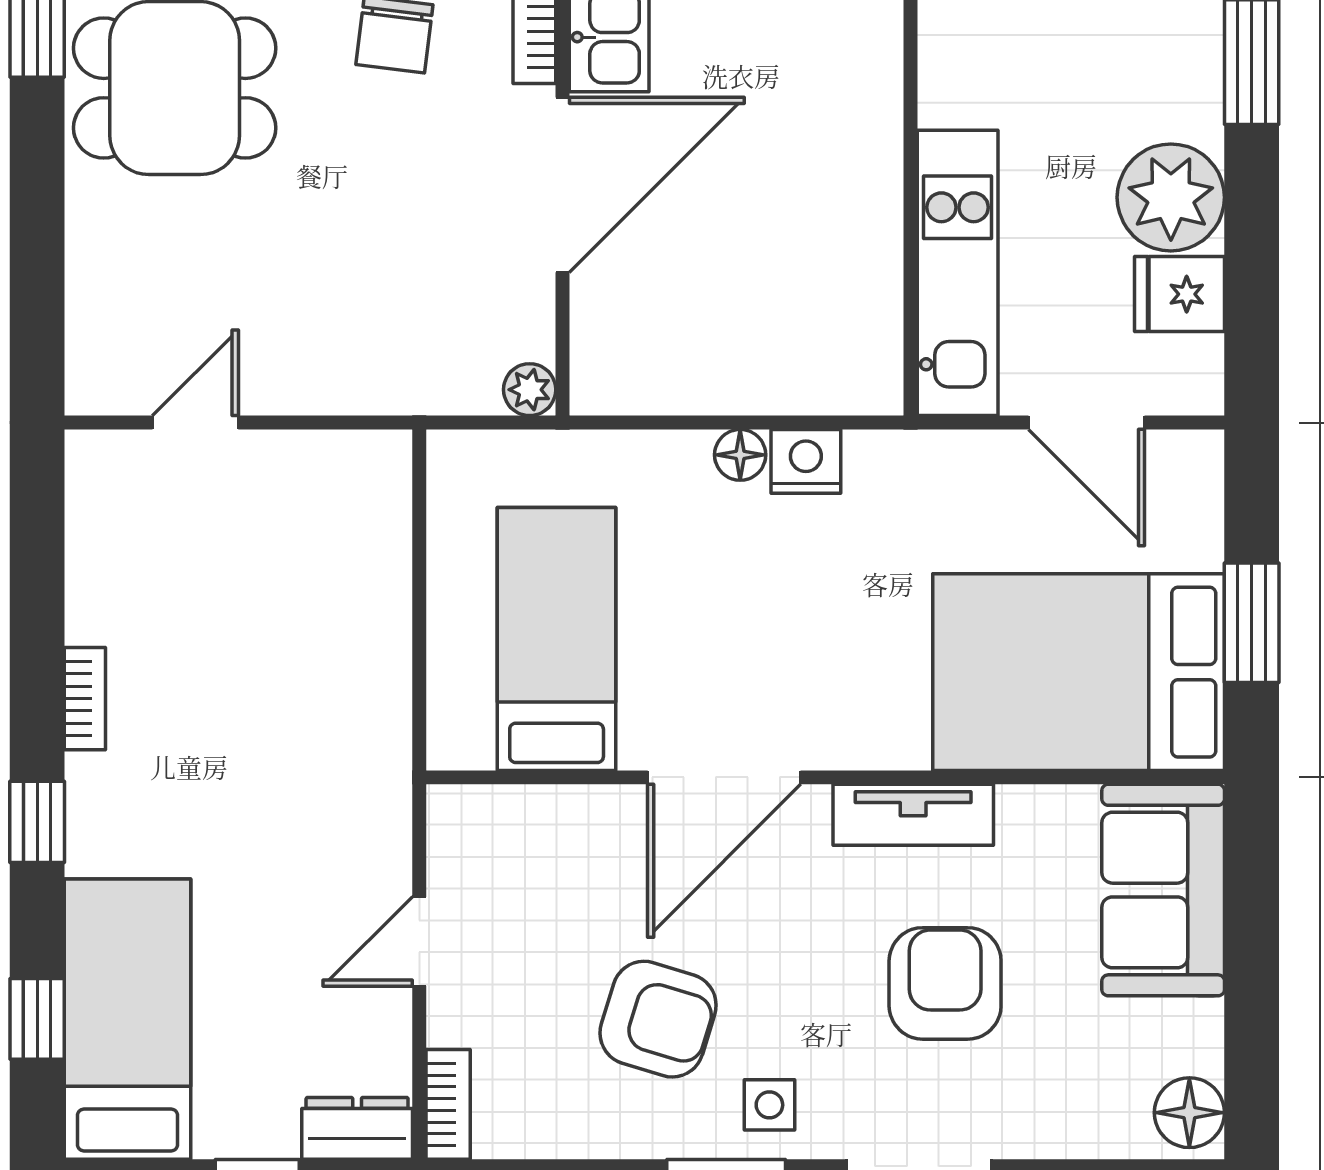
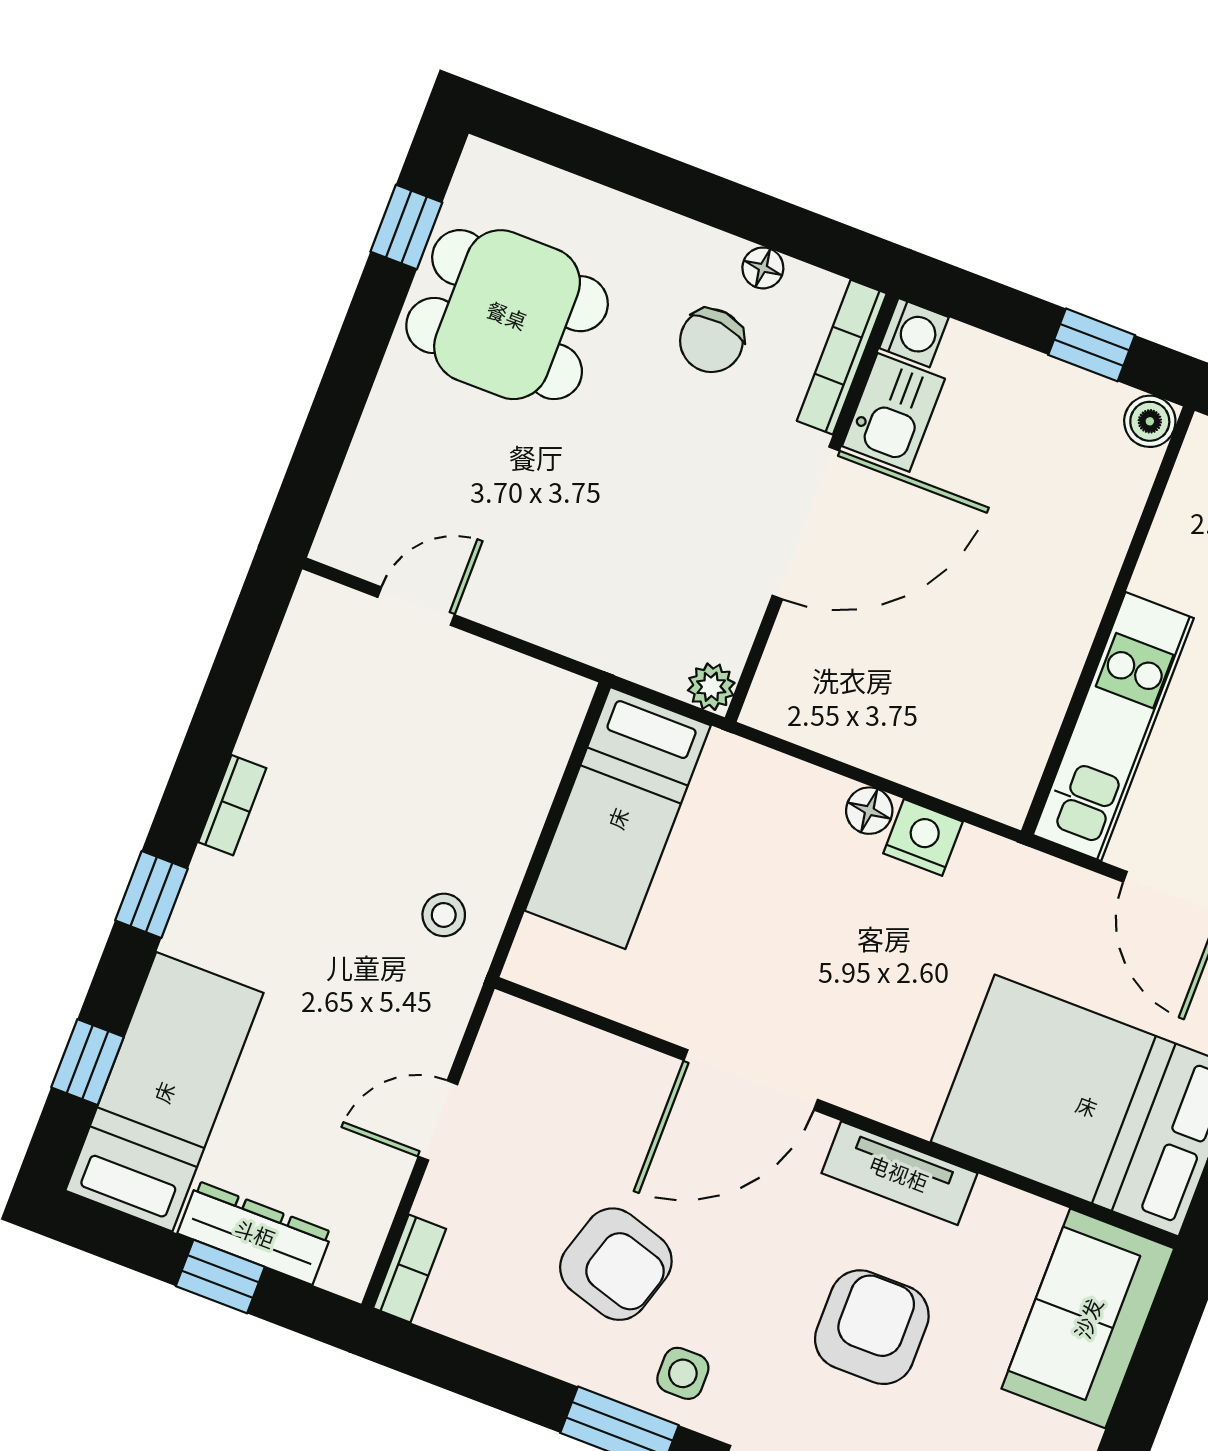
bed: (557, 639) -> (618, 818), moved, turned 180
stool: (345, 728) -> (444, 915), added
dresser: (357, 1128) -> (255, 1233), moved, width x1.44

